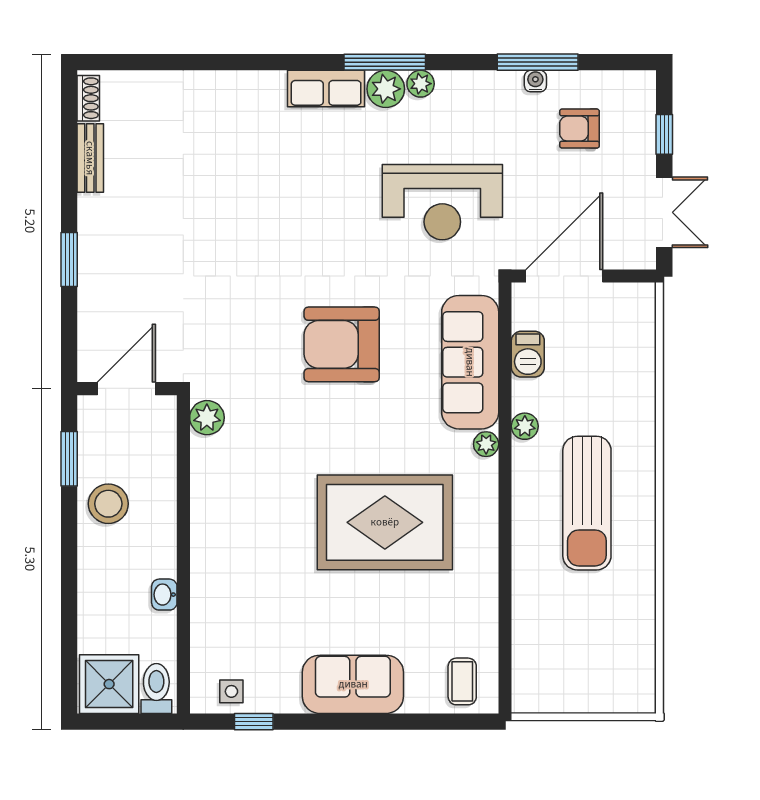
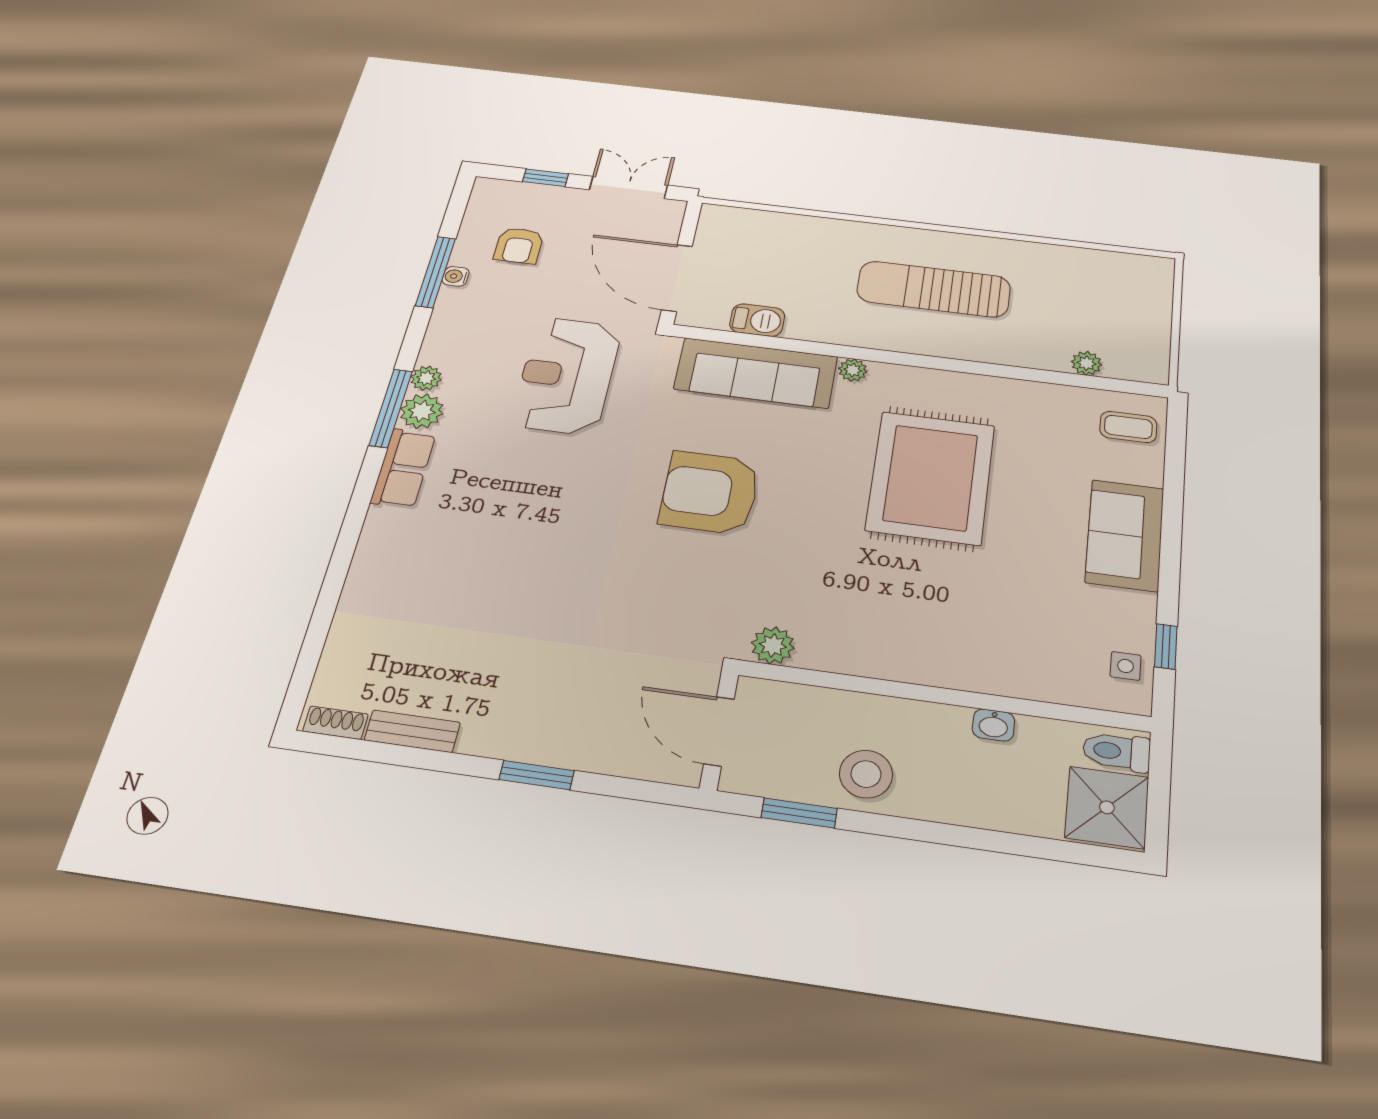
reception desk: (442, 202) -> (567, 375), turned 180
armchair: (342, 344) -> (710, 493), turned 90
plant: (525, 426) -> (1087, 363), moved
sun lounger: (587, 503) -> (934, 289), turned 180

